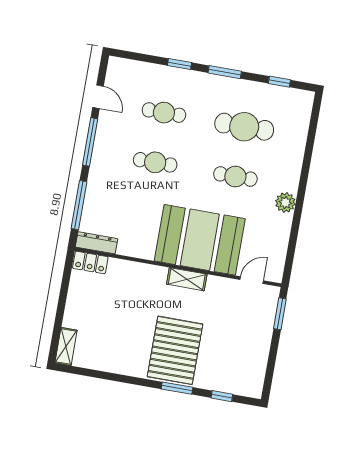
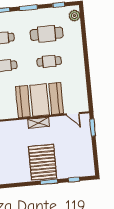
plant: (285, 203) -> (74, 16), moved
door: (252, 280) -> (73, 114), swing flipped

